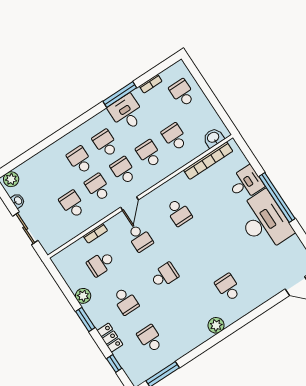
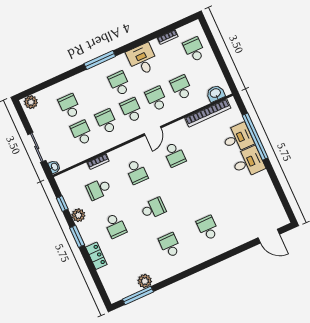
window: (120, 95) -> (100, 60), moved
school desk: (80, 160) -> (69, 106), moved
window: (277, 197) -> (255, 137), moved
washbasin: (18, 201) -> (54, 167), moved
door: (129, 204) -> (153, 131), moved
desk: (264, 221) -> (248, 162), width x0.53, depth x0.77
plant: (216, 325) -> (145, 281), moved
school desk: (150, 339) -> (170, 245), moved
window: (114, 363) -> (62, 204), moved

